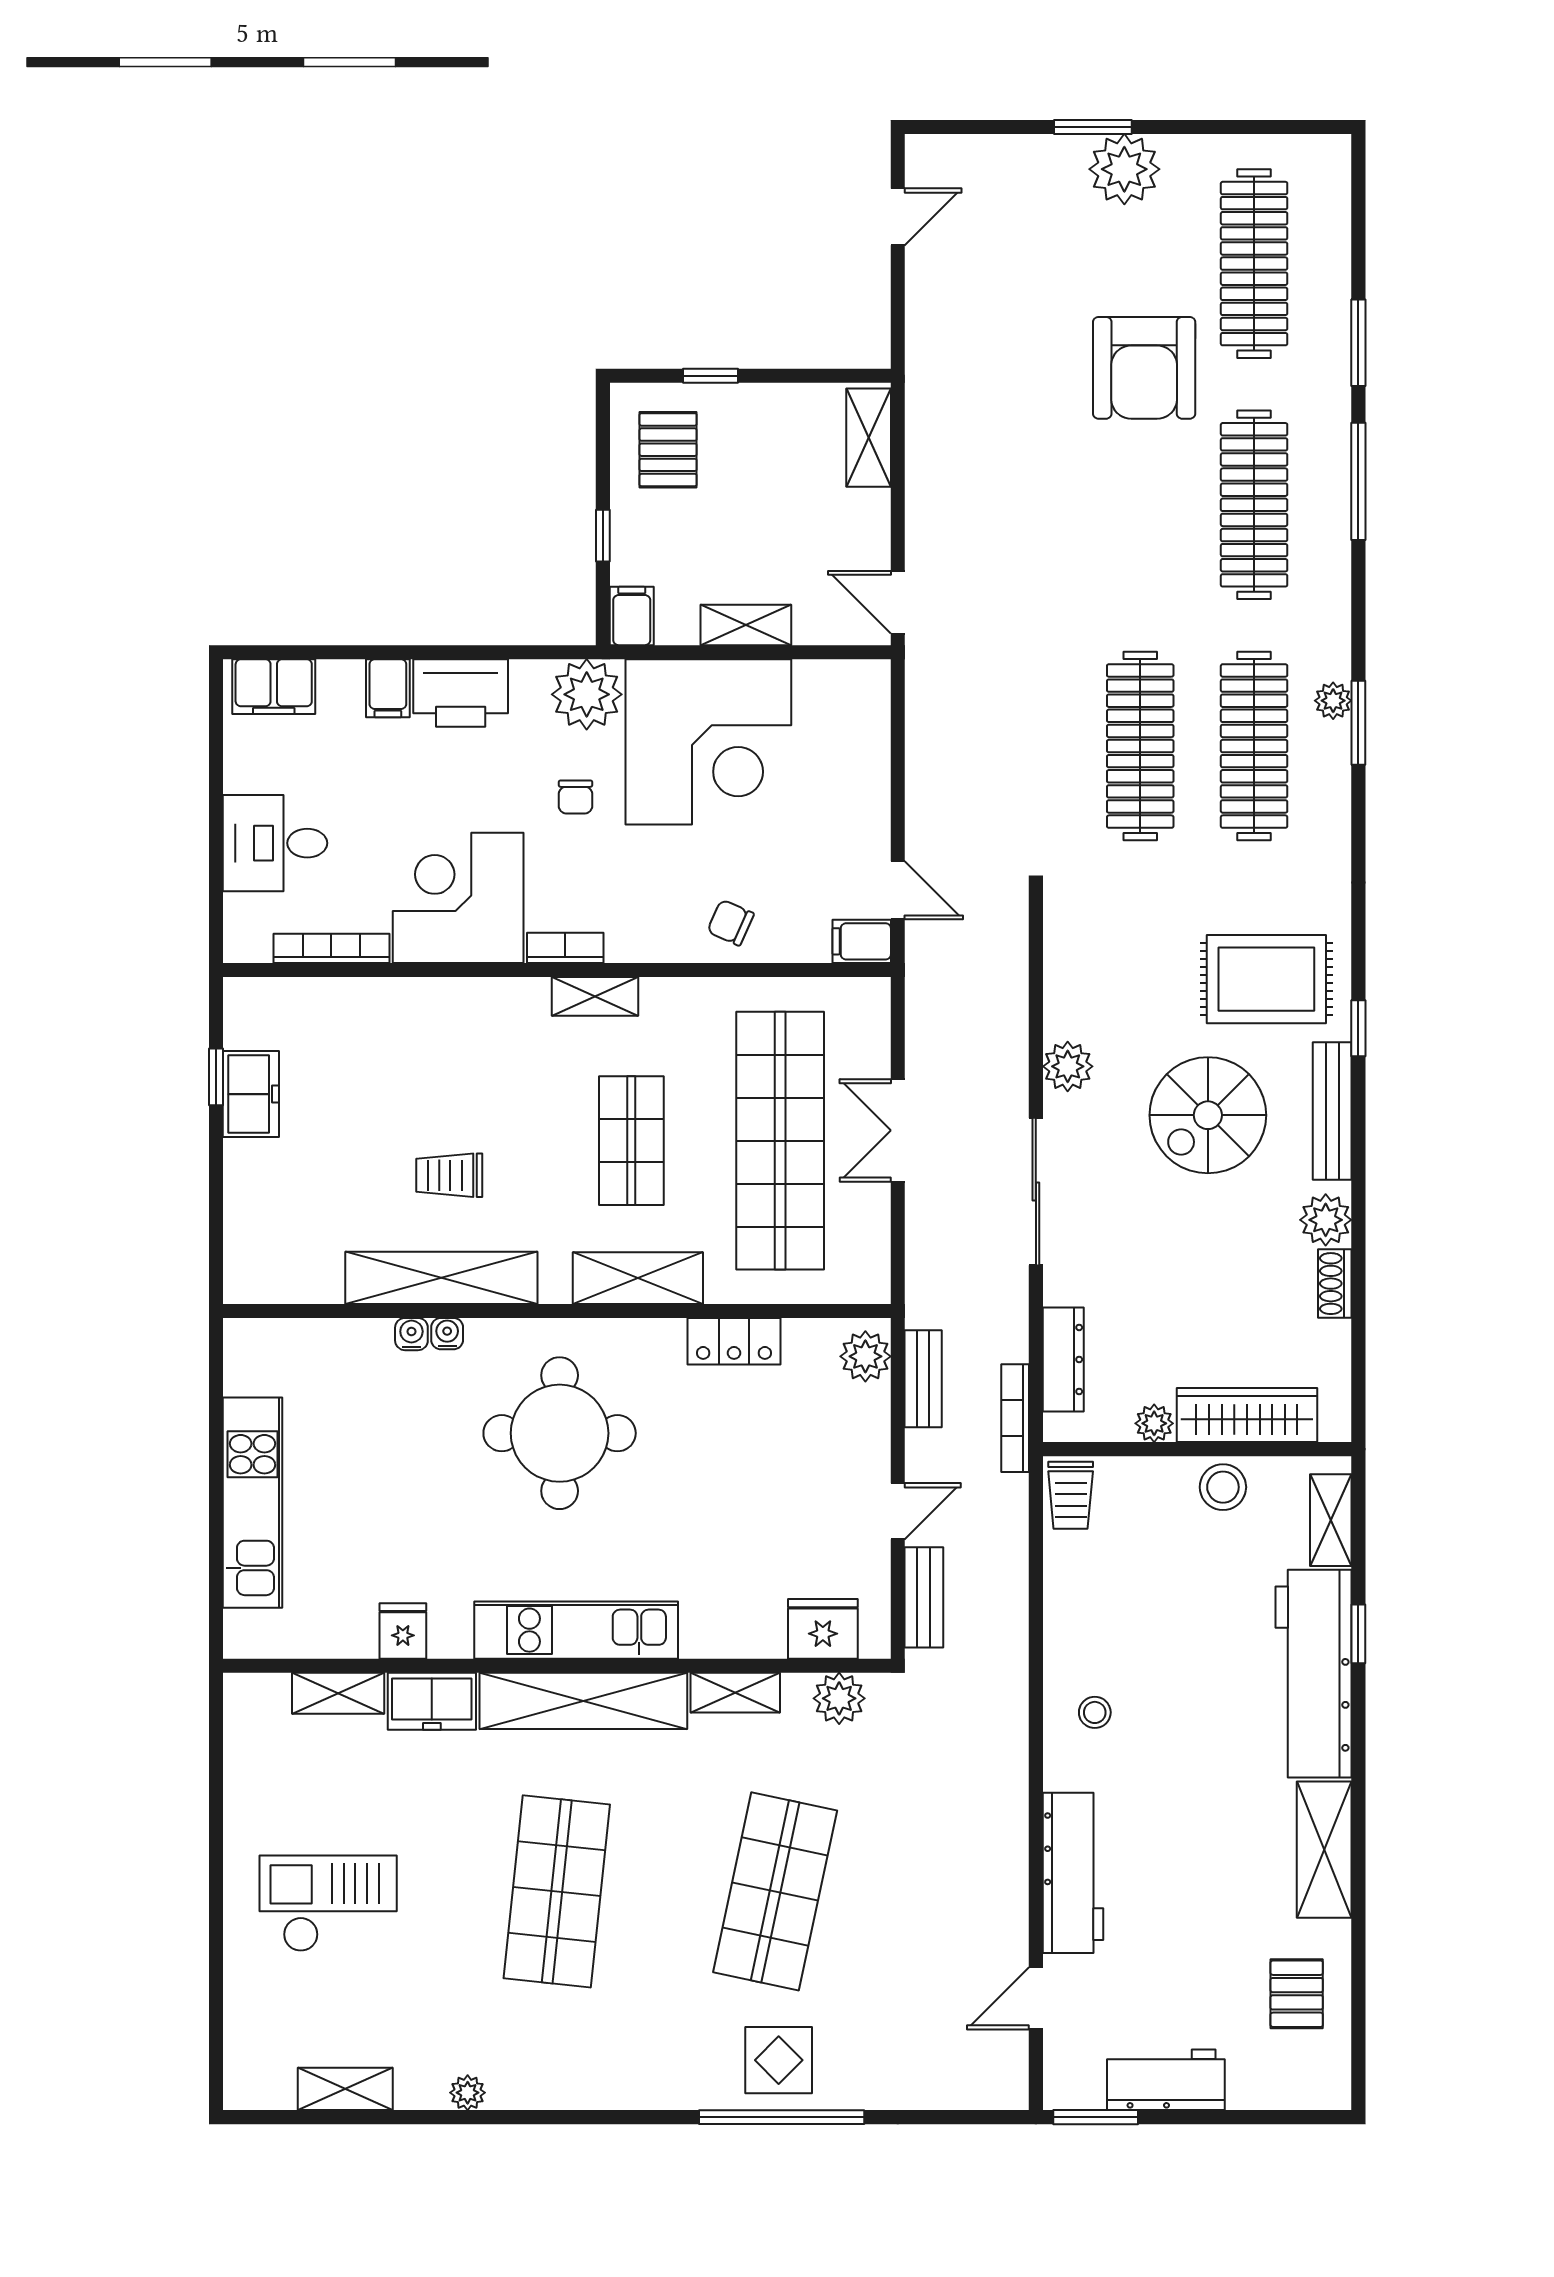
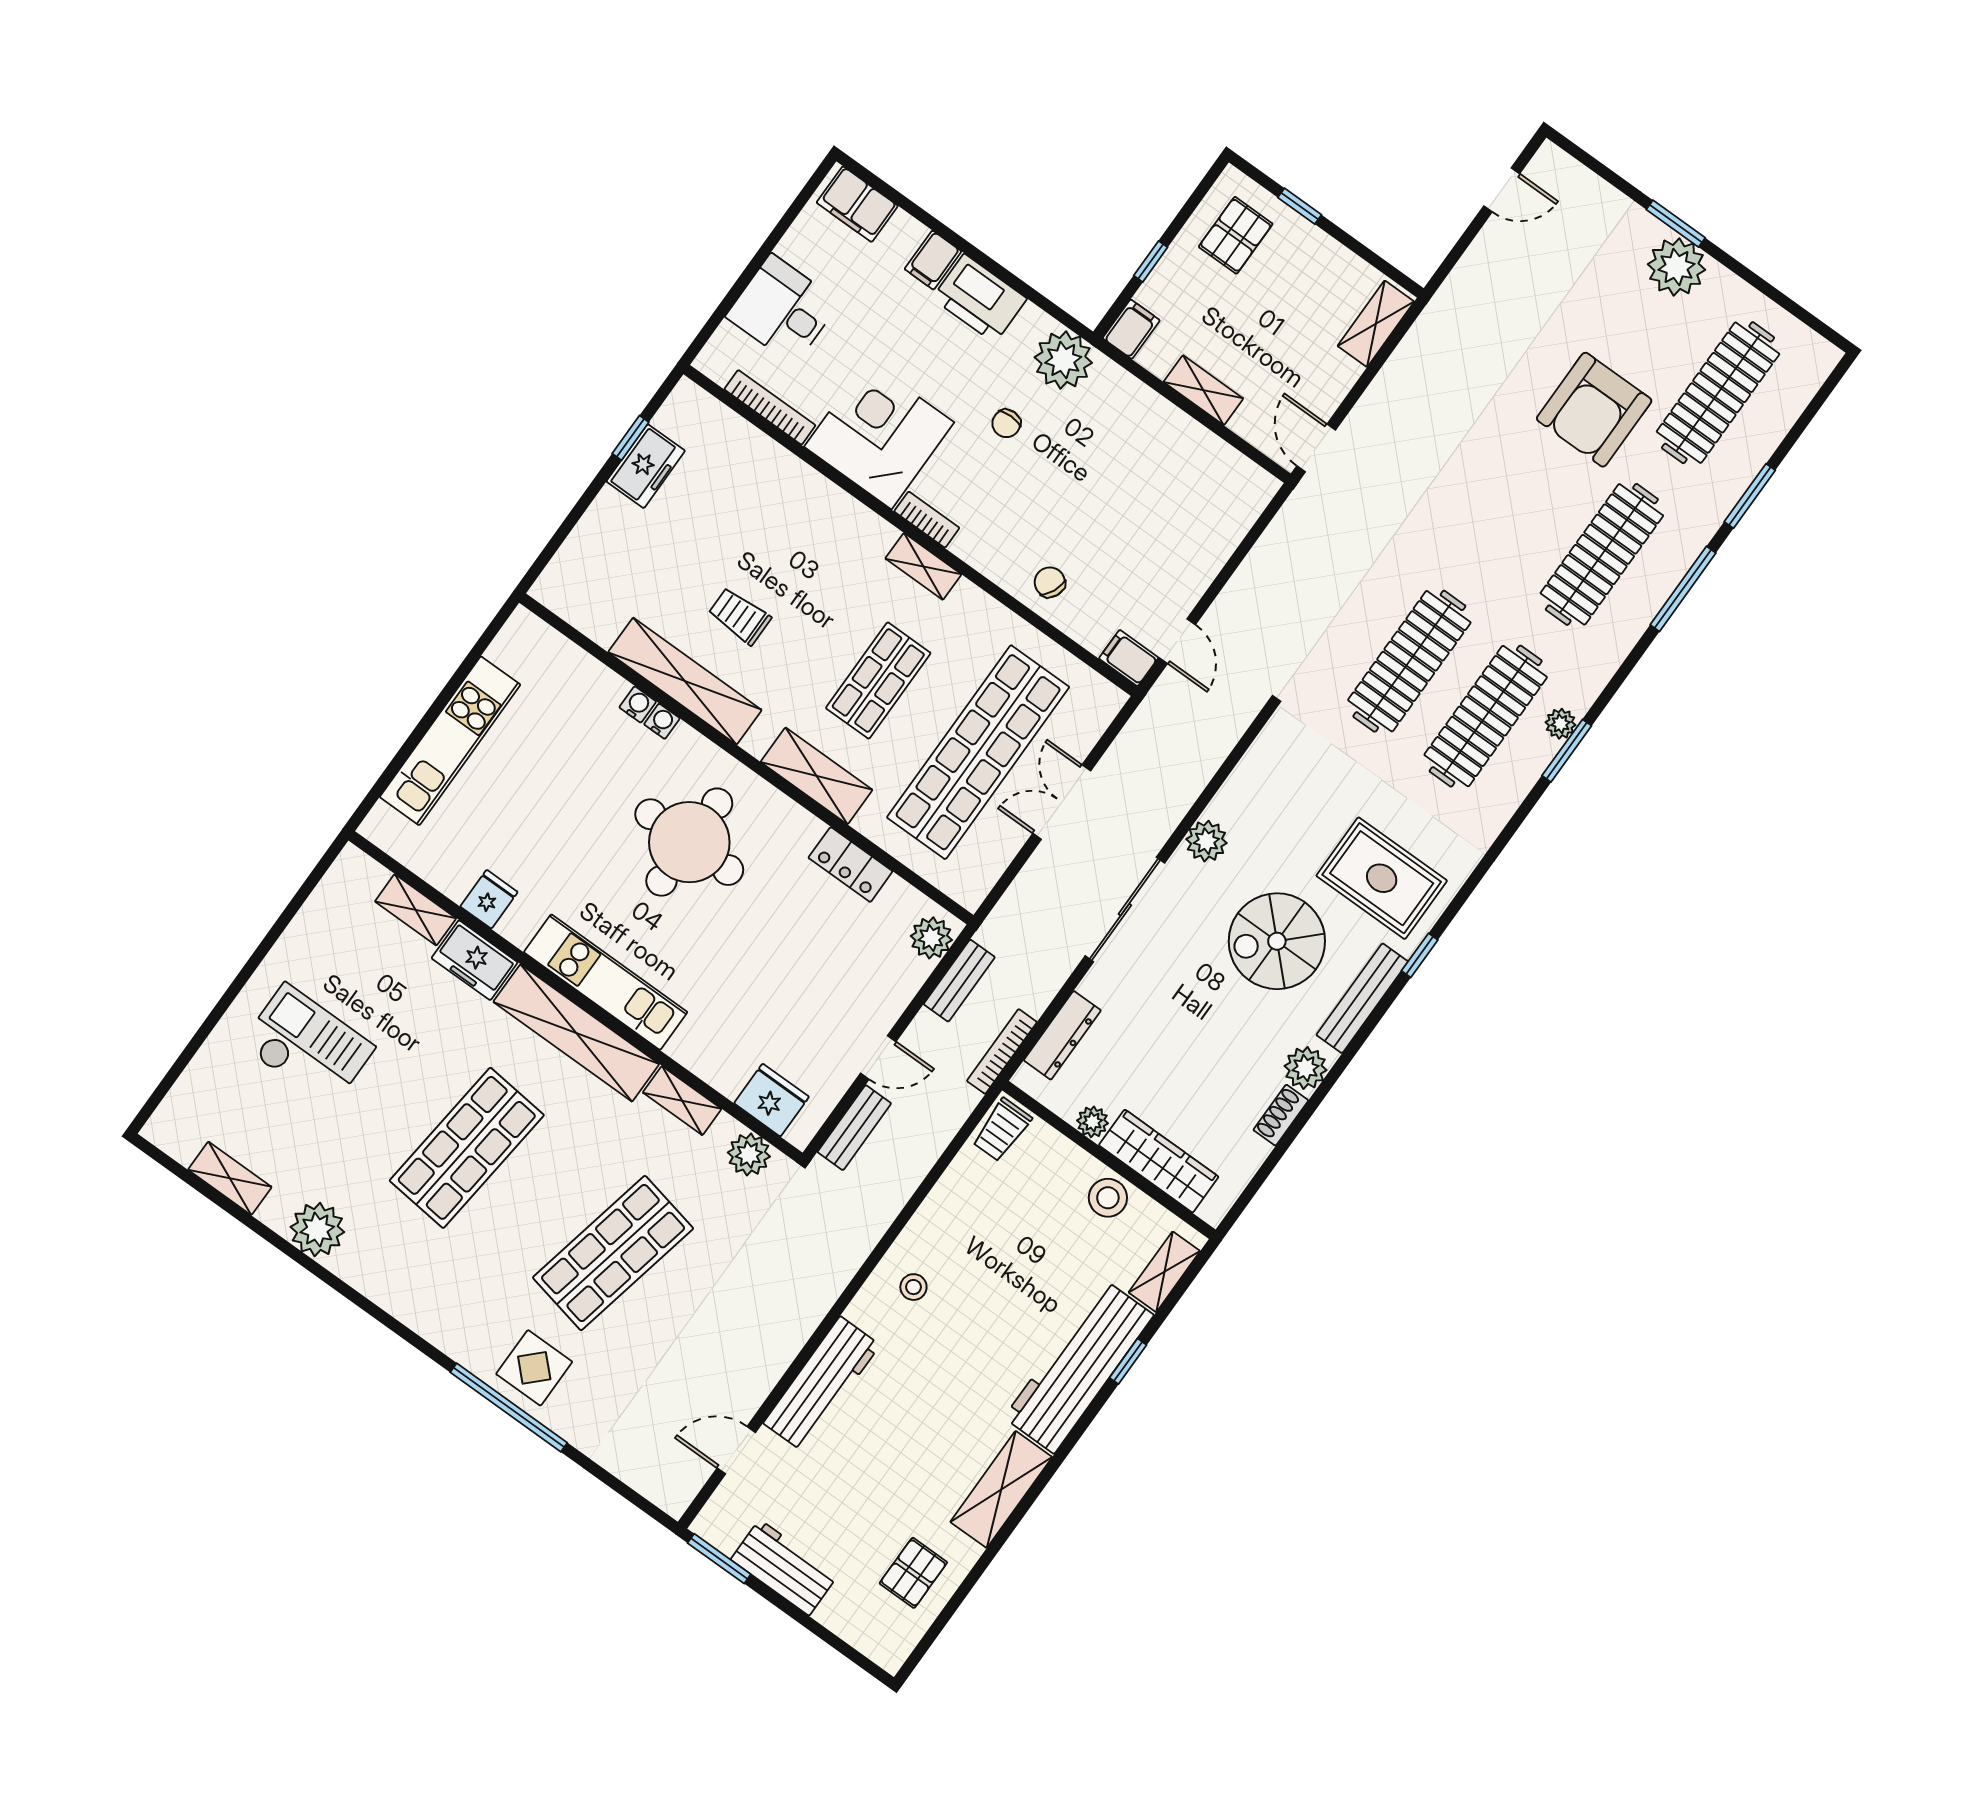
corner desk: (708, 742) -> (1122, 450), removed
plant: (468, 2093) -> (317, 1230), width x1.88, depth x1.88

